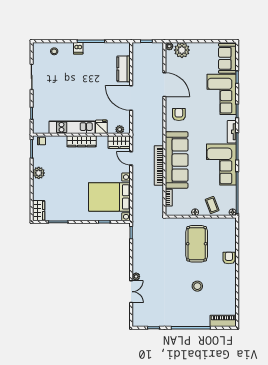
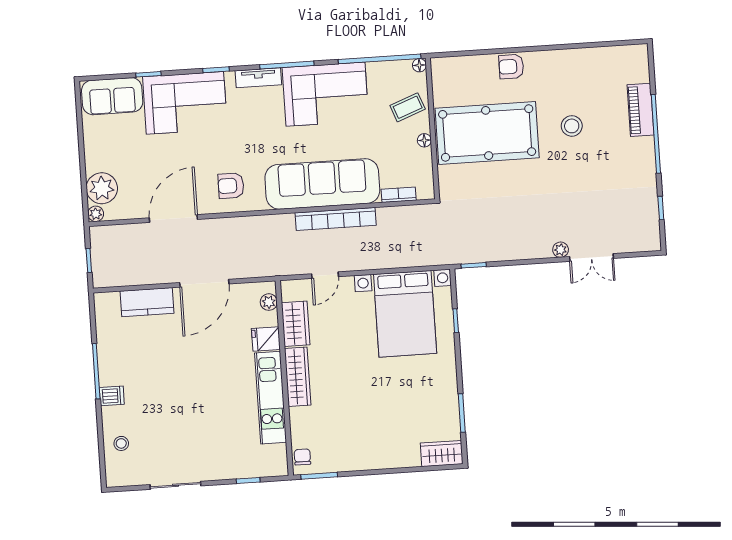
wardrobe: (119, 142) -> (296, 324), moved
plant: (39, 173) -> (367, 458), removed
pool table: (197, 244) -> (487, 133), width x1.36, depth x1.32
double door: (131, 292) -> (591, 258), swing flipped
piano: (223, 321) -> (641, 110), moved

